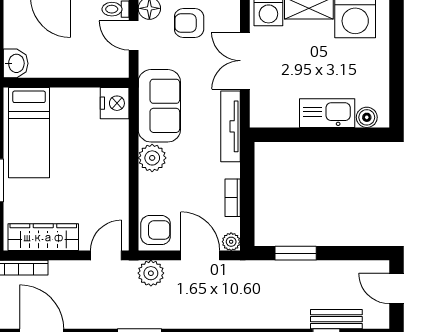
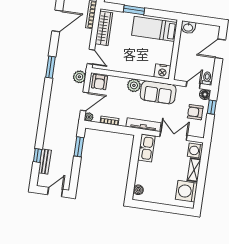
armchair: (189, 23) -> (195, 112), turned -90
kitchen sink: (327, 113) -> (146, 148), moved

